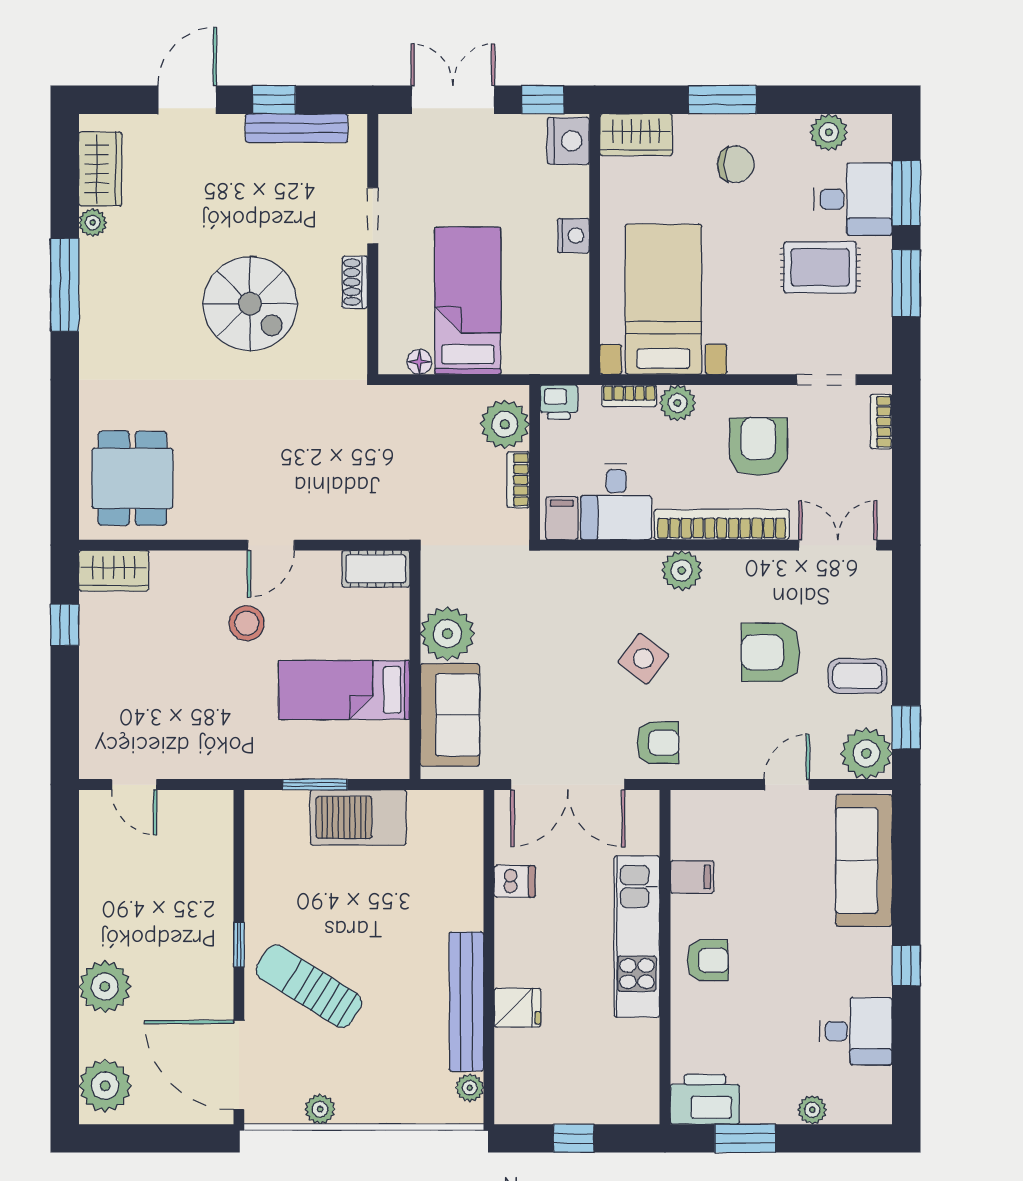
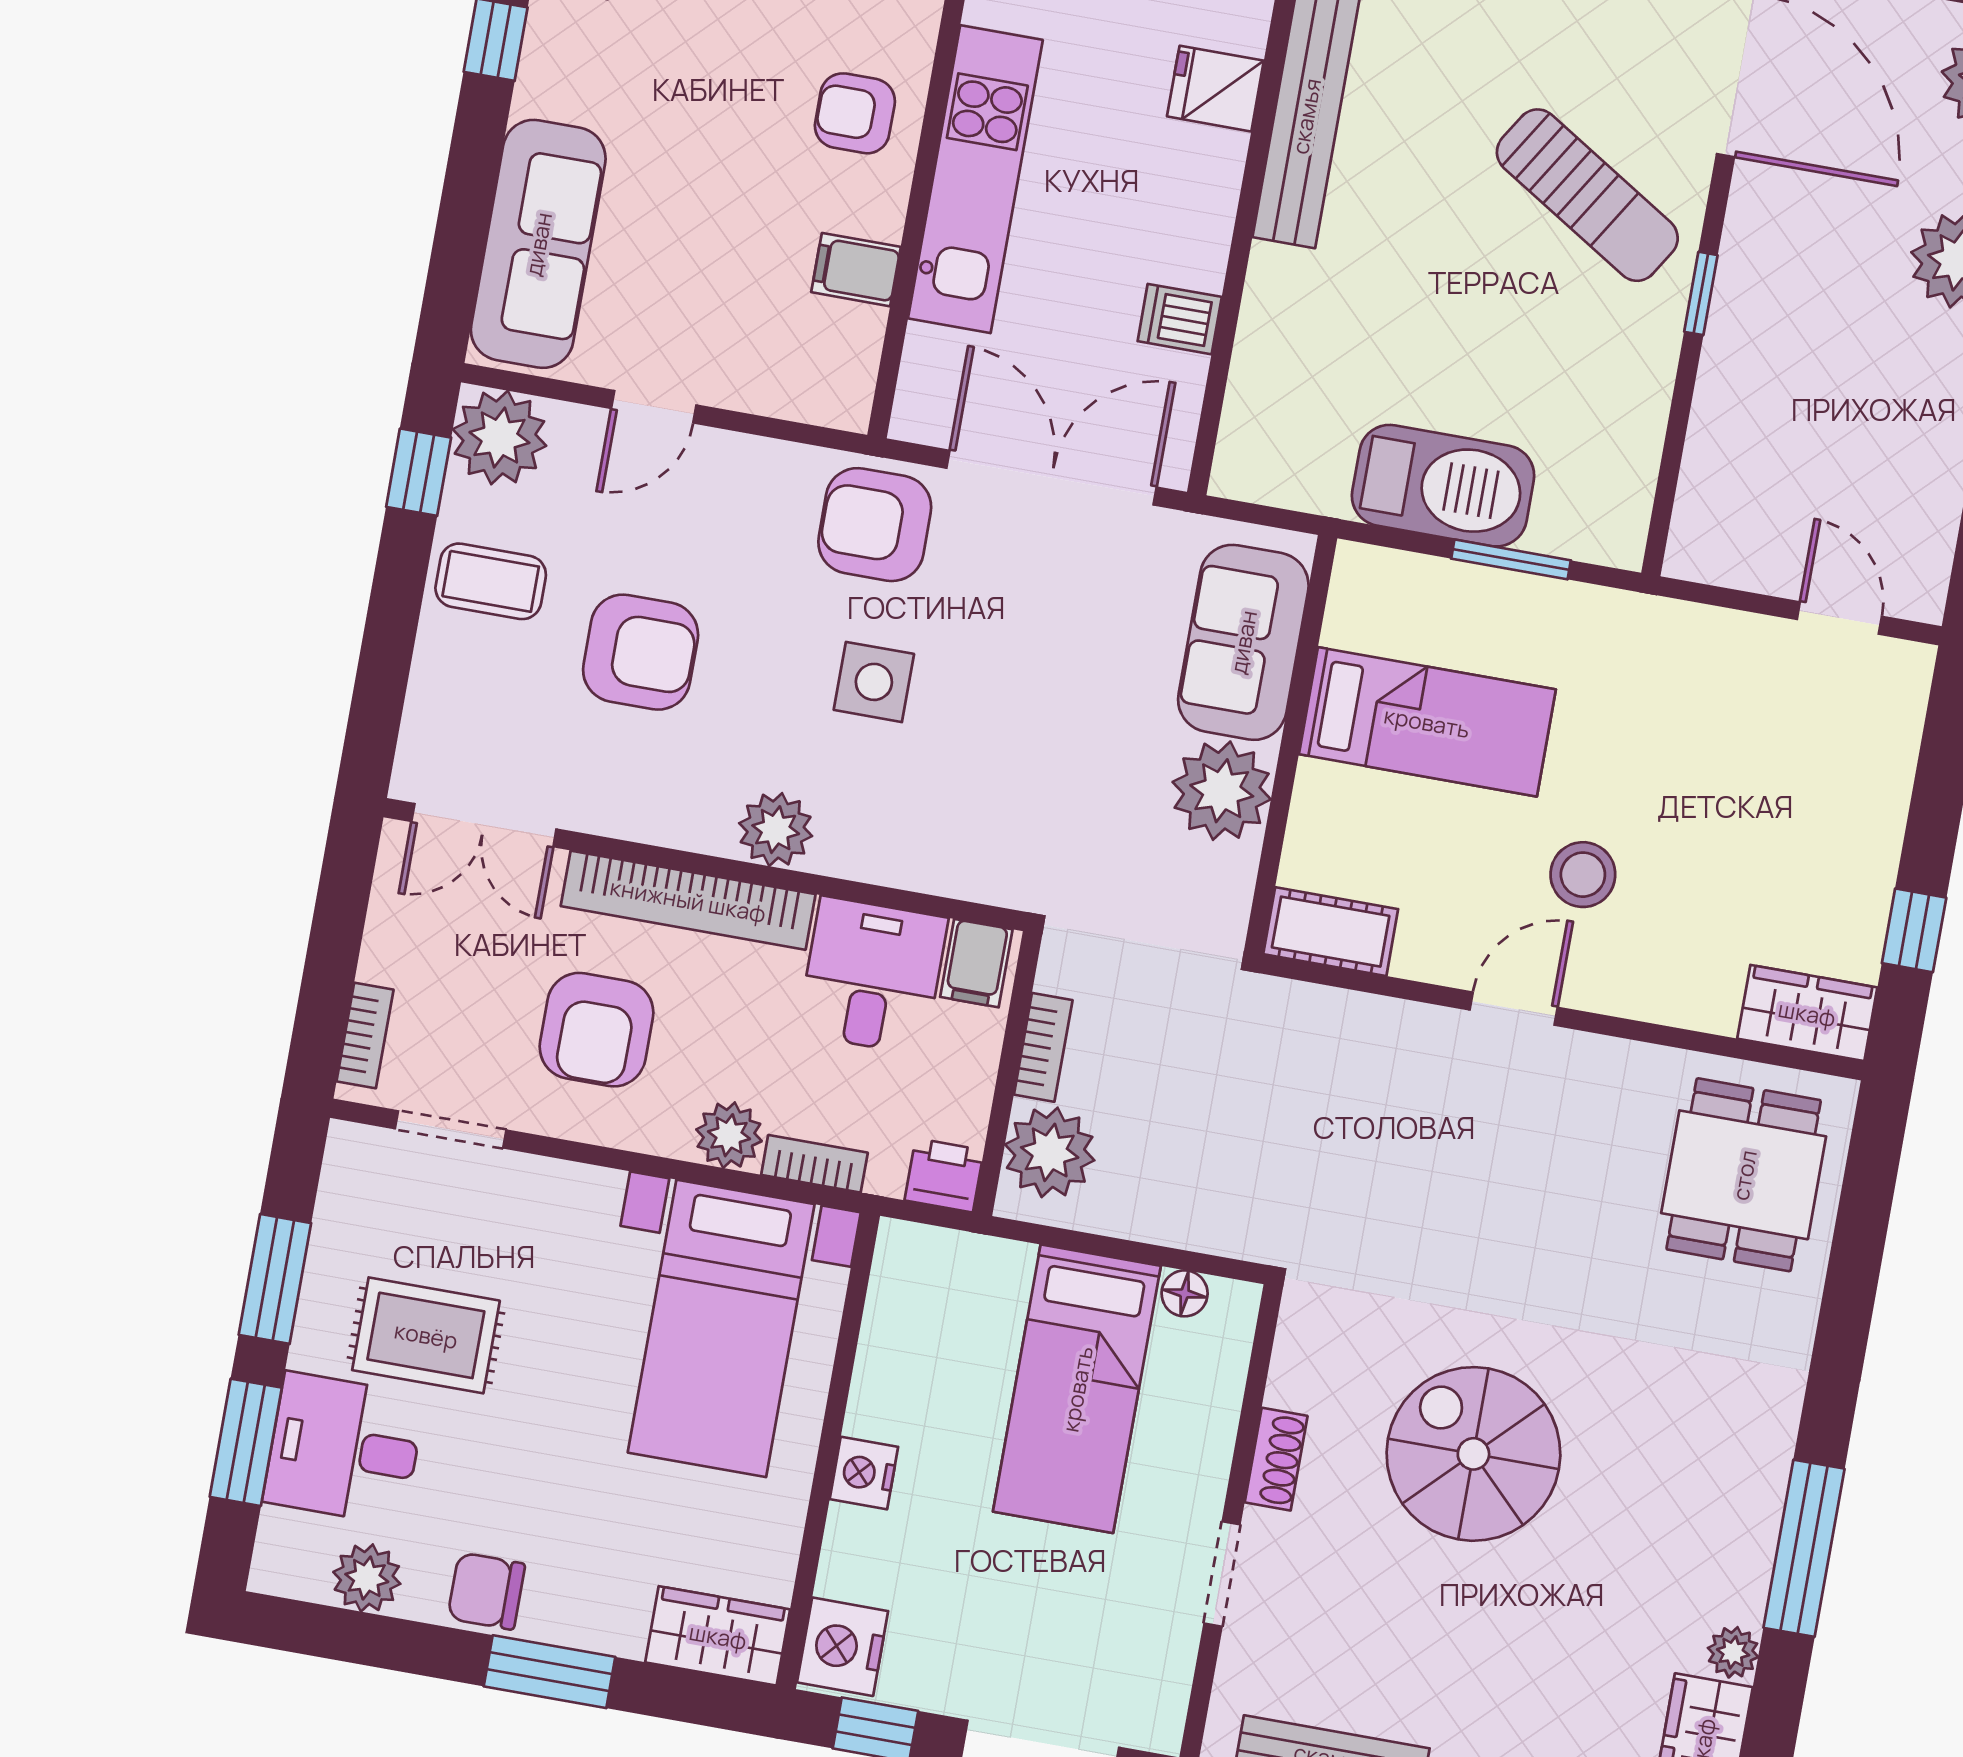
chair: (736, 164) -> (486, 1591), moved
side table: (643, 659) -> (874, 682), turned -37
armchair: (658, 743) -> (875, 525), width x1.38, depth x1.38

